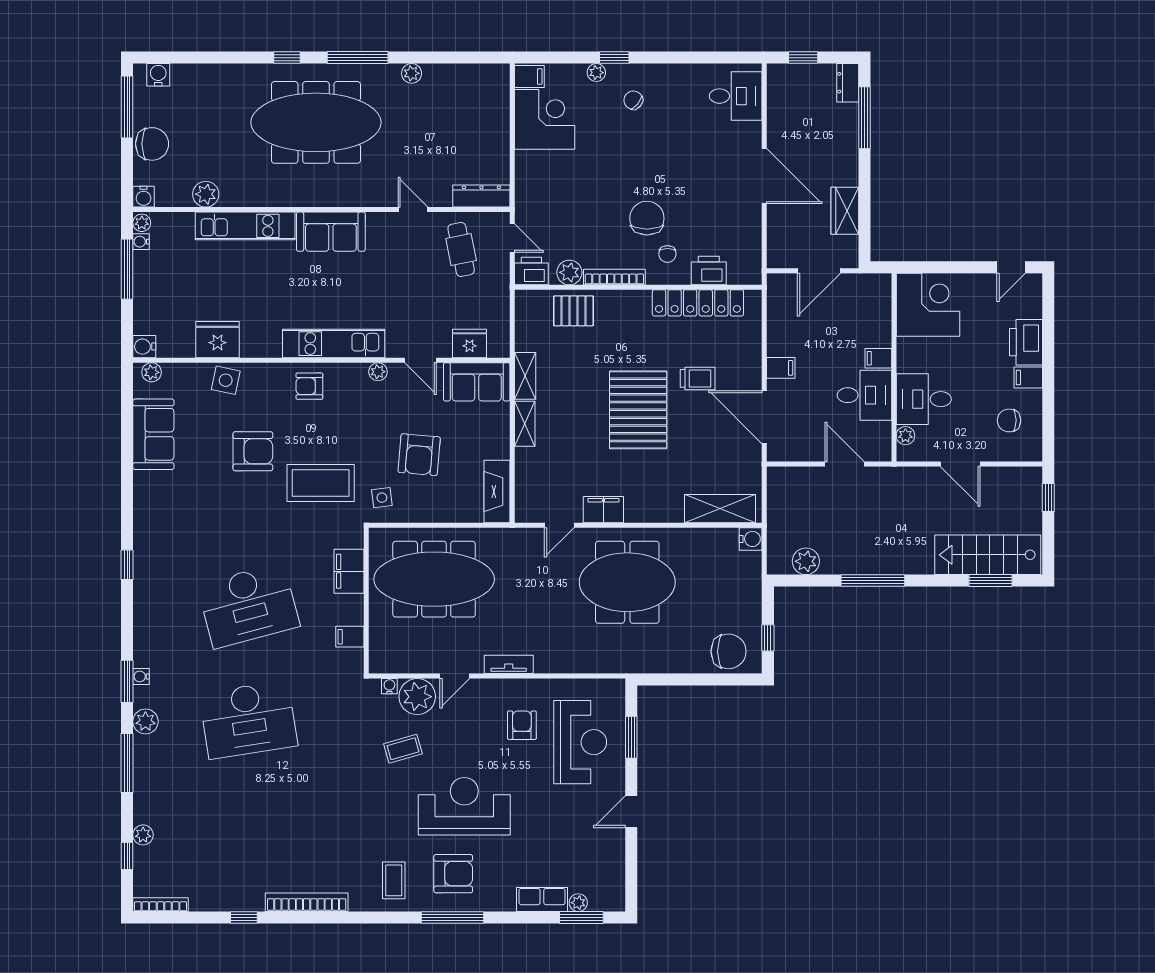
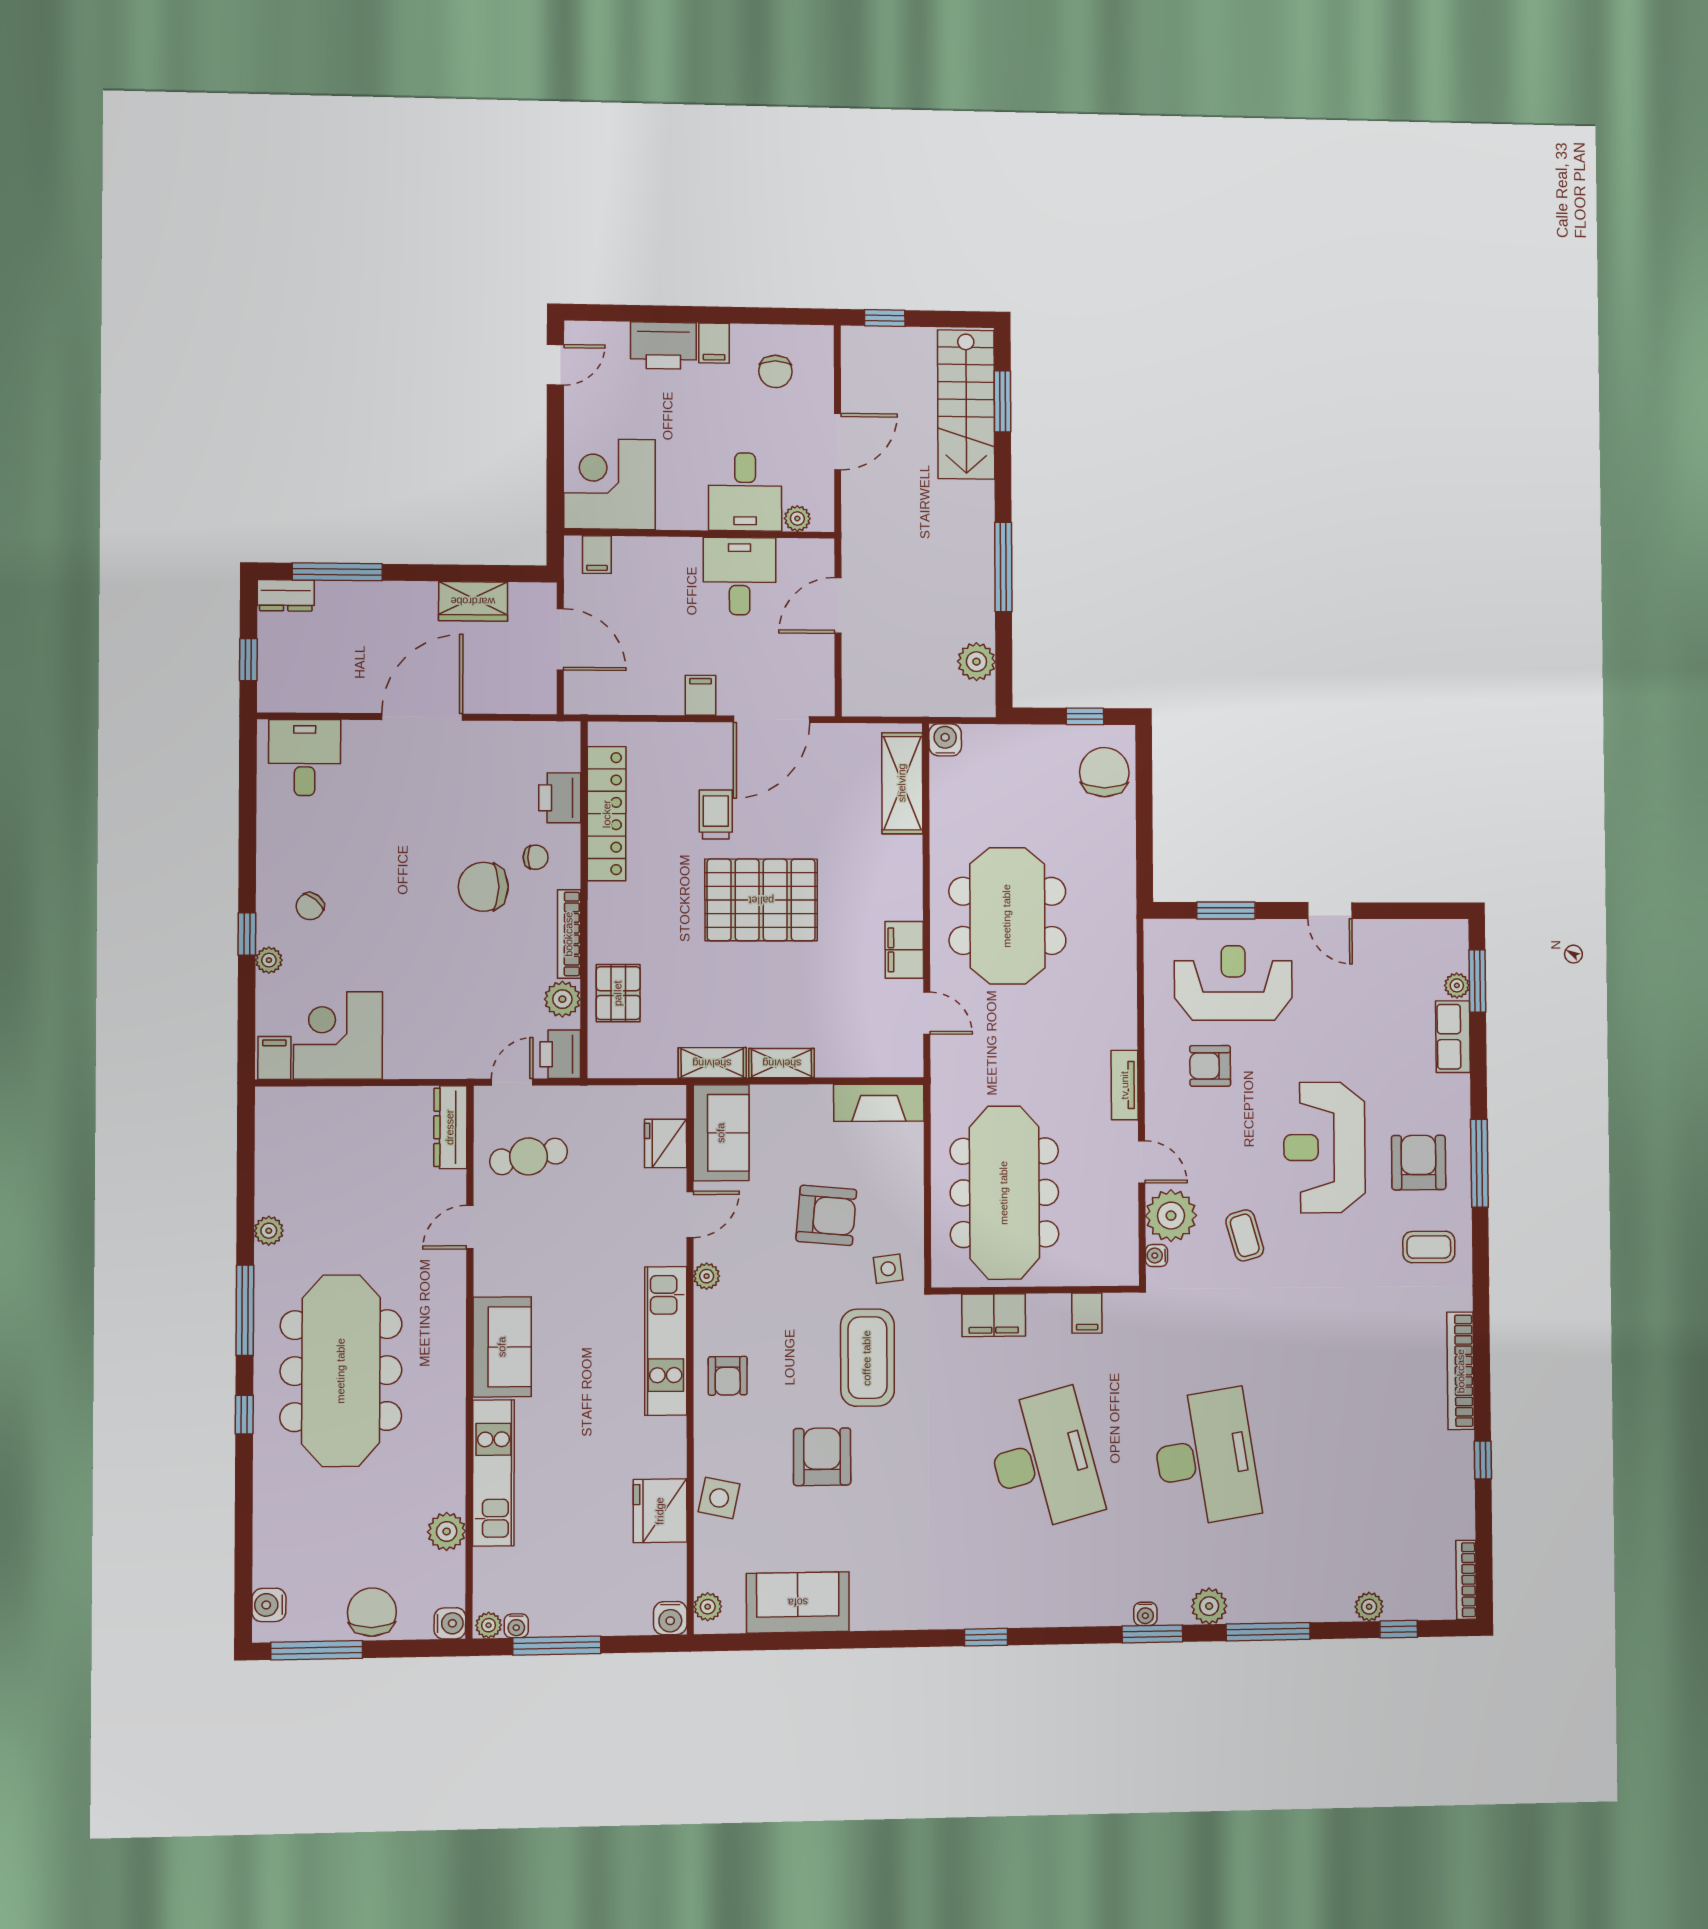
door: (1011, 267) -> (555, 365), hinge flipped
filing cabinet: (878, 358) -> (597, 555), moved

